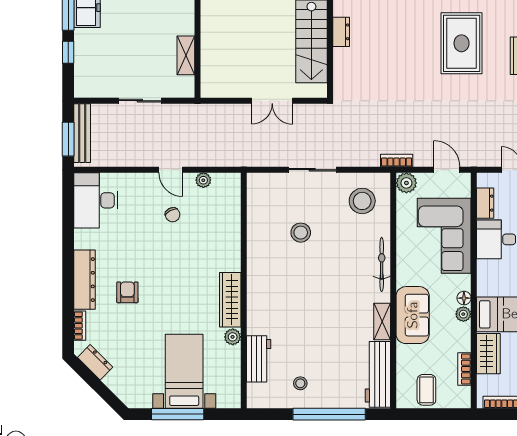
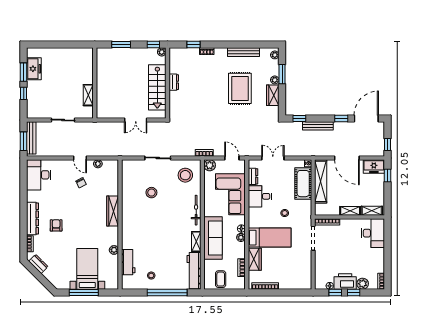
wardrobe: (230, 300) -> (113, 211), moved
sofa: (413, 315) -> (213, 238), width x1.36

